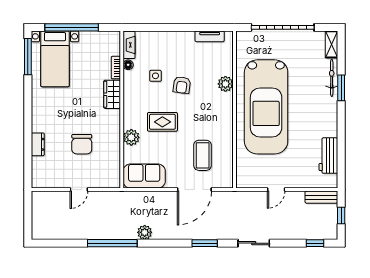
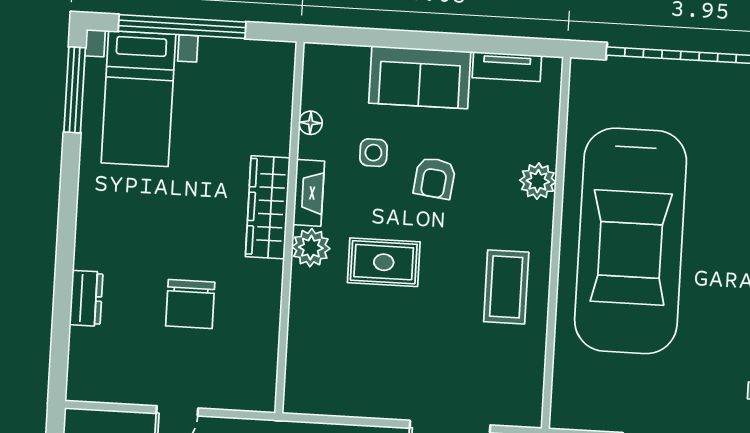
fireplace: (129, 45) -> (309, 193), moved
bookcase: (116, 68) -> (281, 128), removed
wardrobe: (112, 94) -> (268, 207), width x1.50
plant: (131, 137) -> (311, 248), moved
coffee table: (203, 155) -> (506, 287), moved
sofa: (144, 176) -> (420, 77), moved, turned 180

